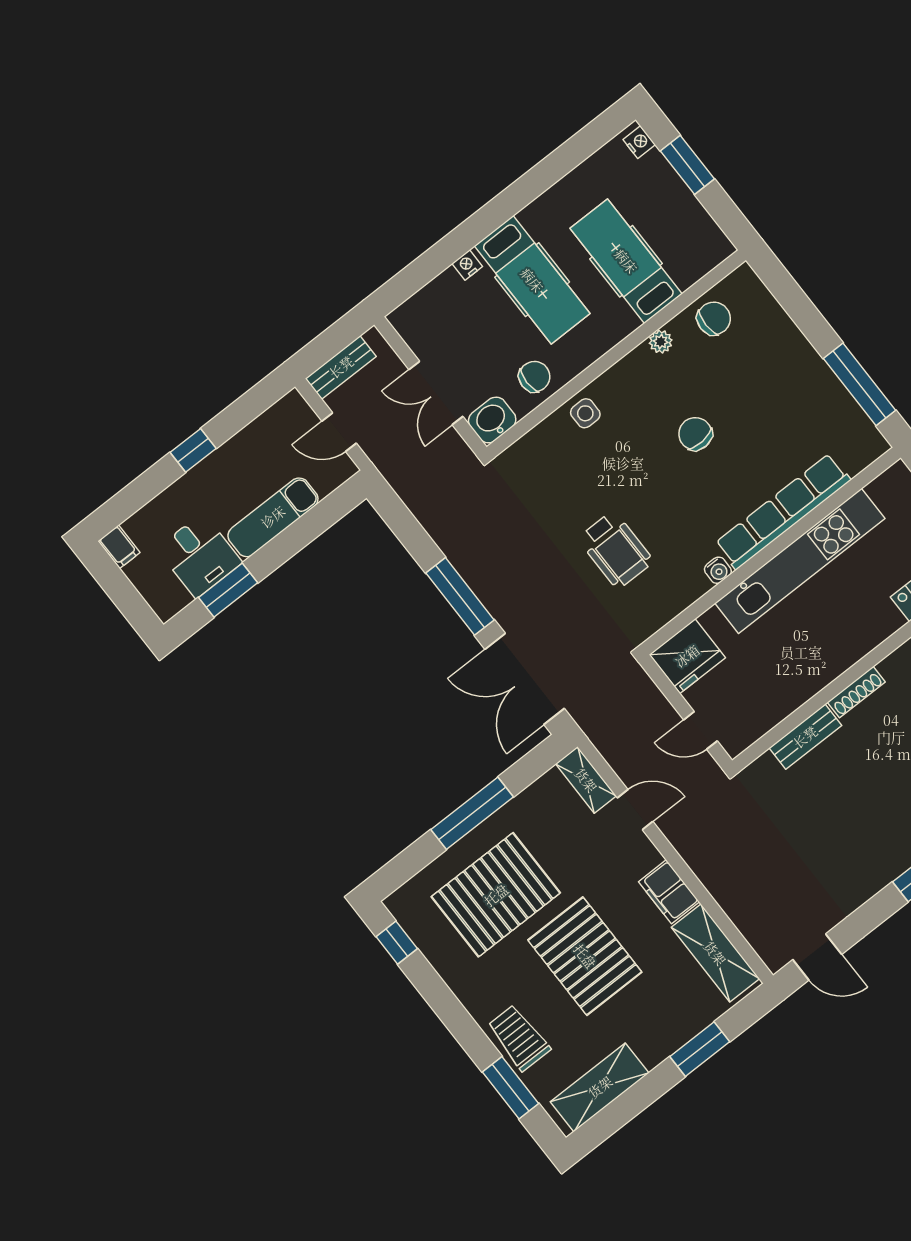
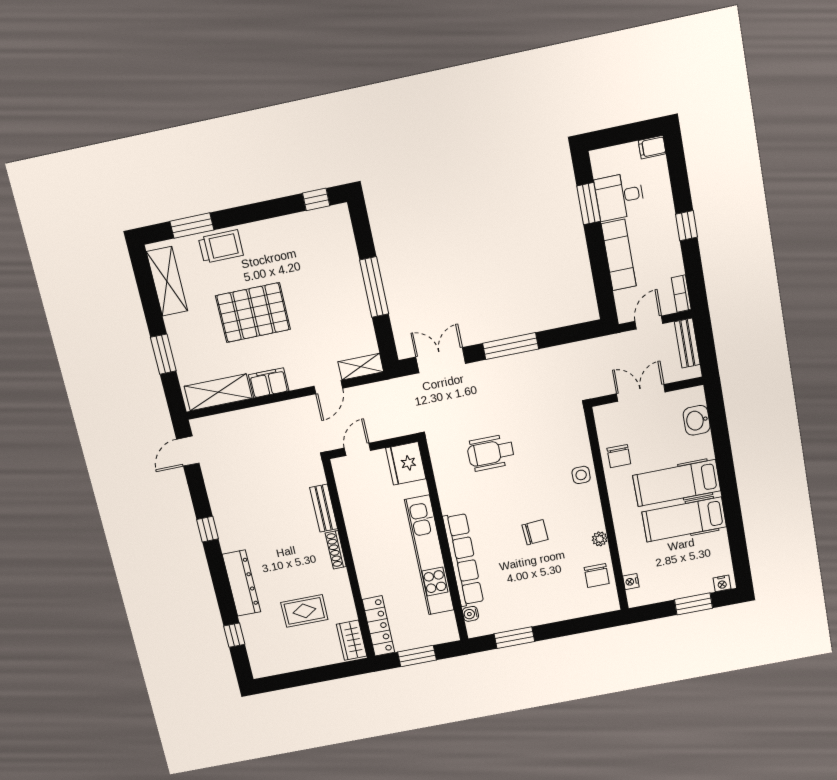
hospital bed: (626, 261) -> (684, 519), moved, turned 180
nightstand: (467, 265) -> (631, 582), moved, turned 180
window: (859, 384) -> (514, 638), width x0.69
bookcase: (281, 410) -> (681, 294), added
washbasin: (492, 420) -> (697, 420), moved, turned 180
water cooler: (718, 570) -> (470, 614), moved
double door: (525, 679) -> (441, 360), width x0.73
pallet: (496, 895) -> (317, 277), removed

